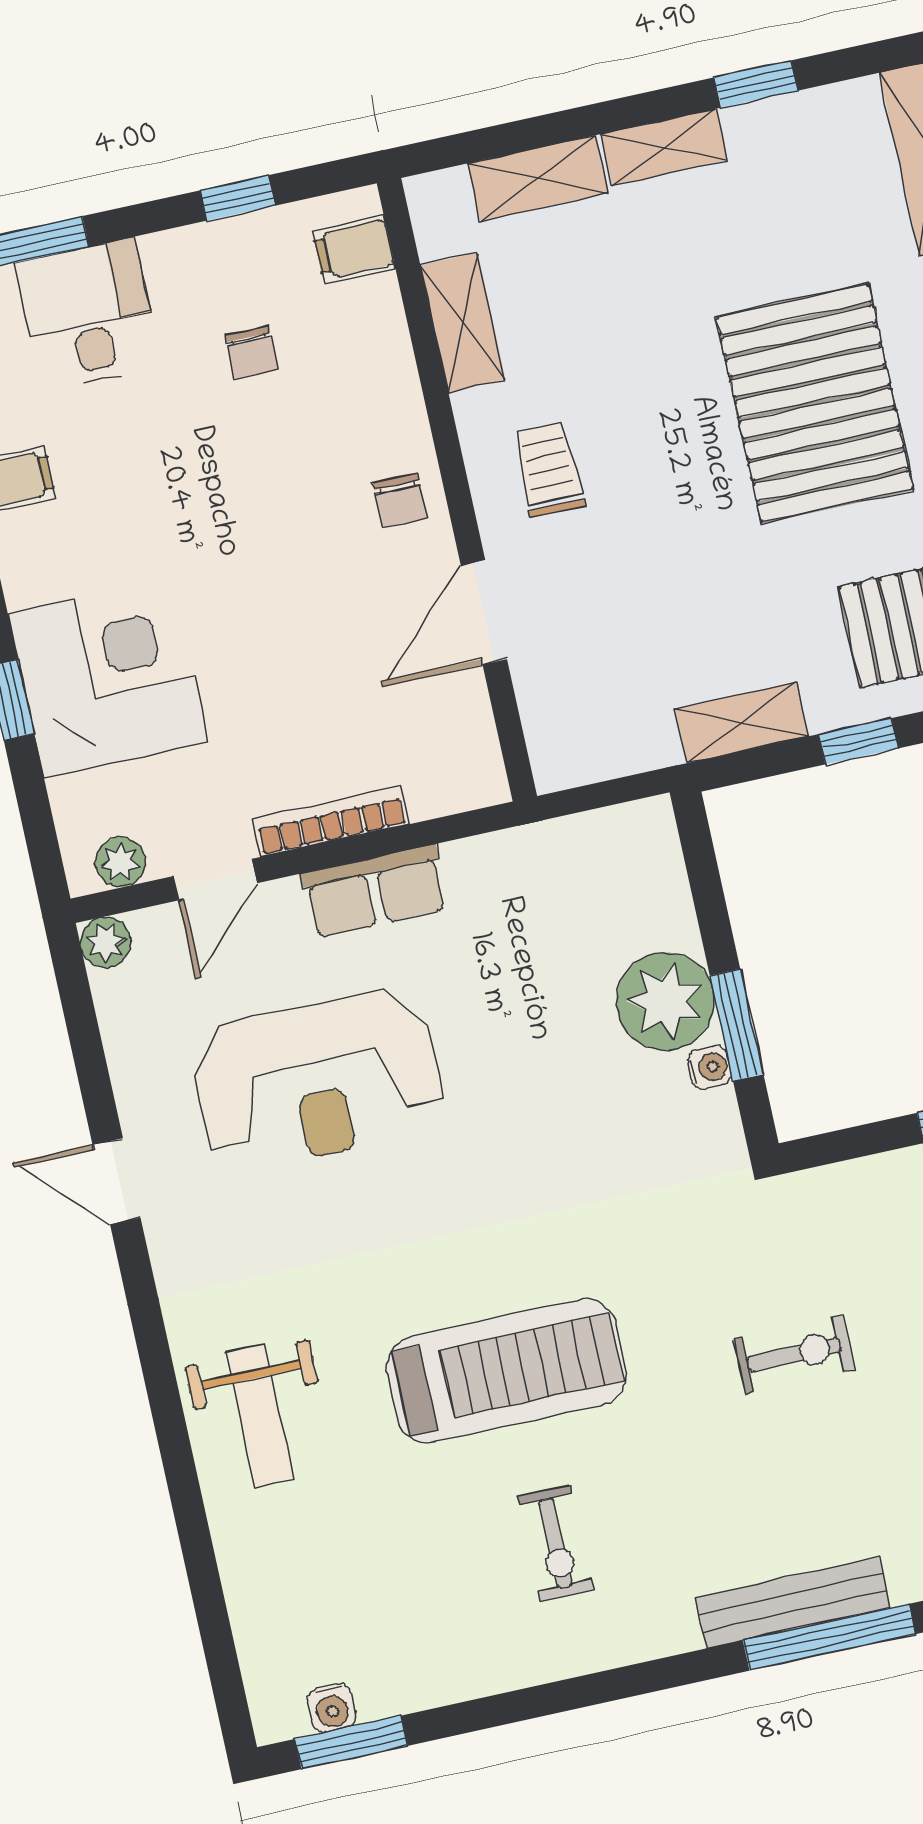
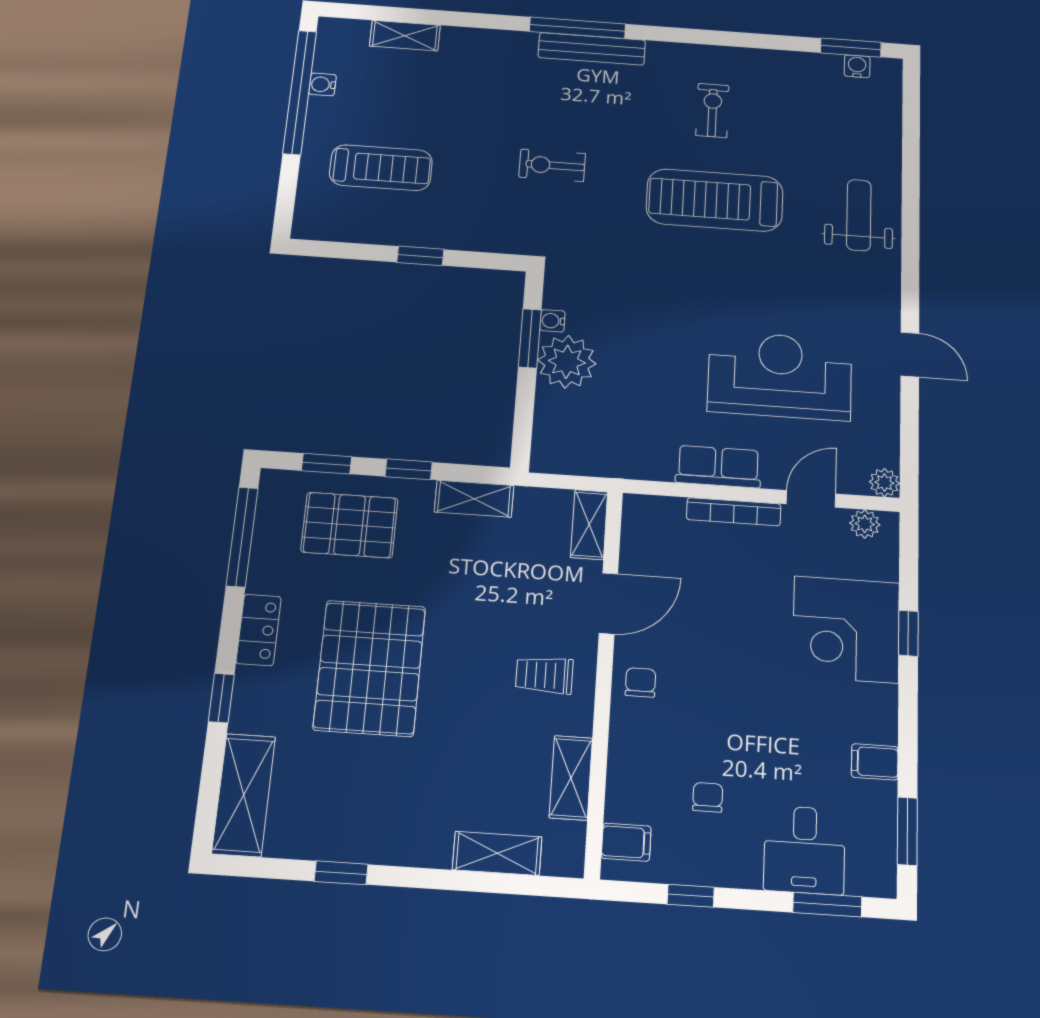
shelving: (664, 147) -> (589, 525), moved, turned 90
trolley: (549, 469) -> (544, 675), turned 90

